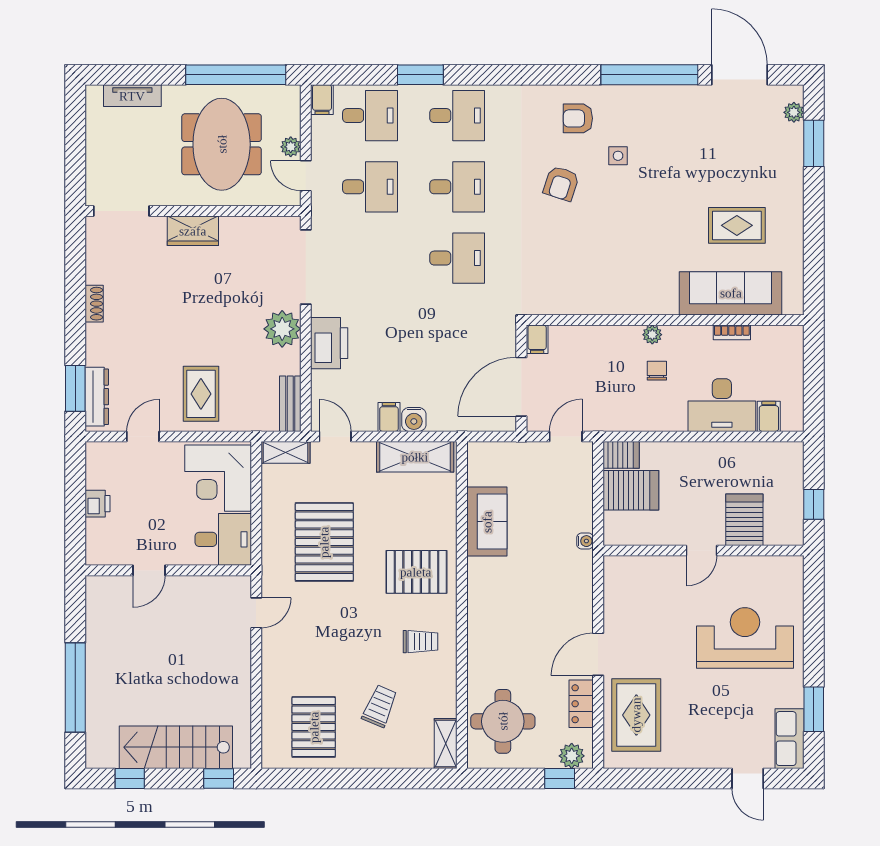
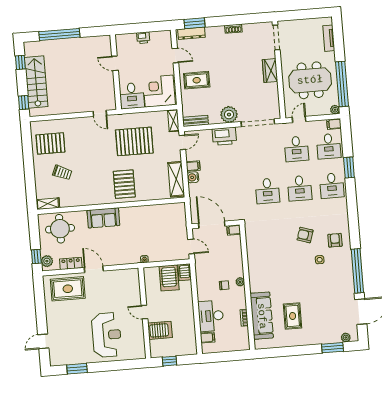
plant: (291, 147) -> (335, 110), moved
sofa: (487, 522) -> (103, 218), moved
trolley: (420, 642) -> (93, 189), removed
row of seats: (790, 739) -> (63, 359), removed

